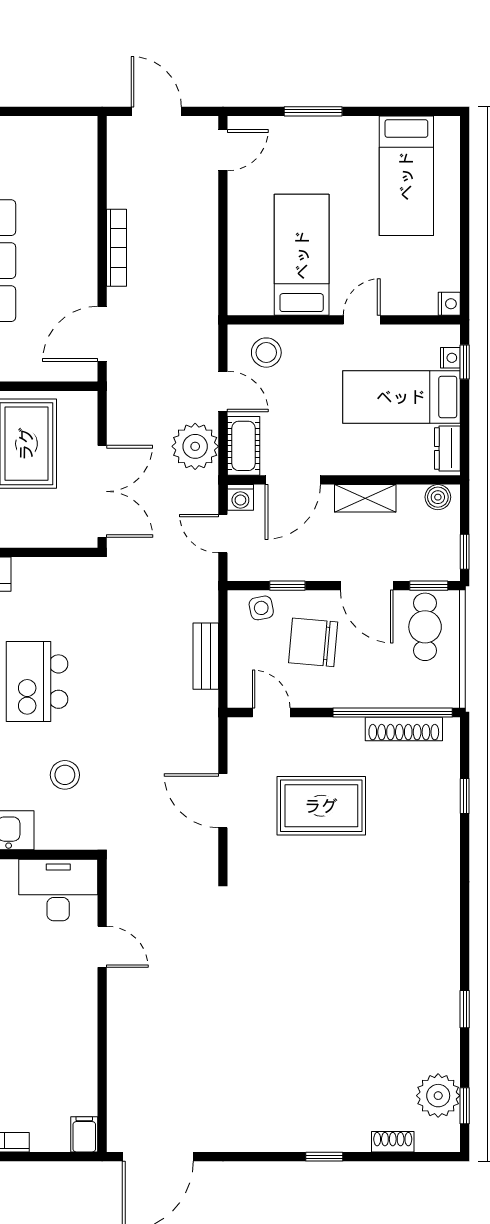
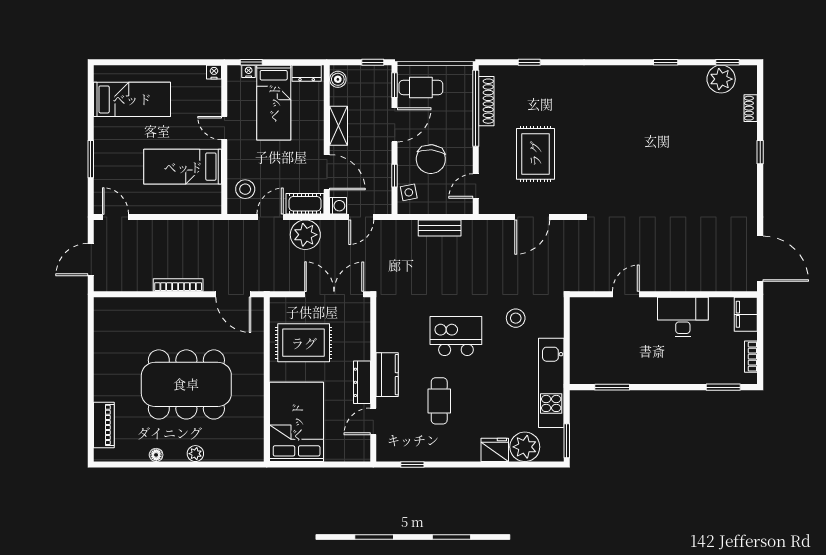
kitchen island: (37, 682) -> (456, 336), turned 180
desk: (58, 890) -> (683, 317), moved, turned 90
filing cabinet: (84, 1134) -> (746, 314), width x2.00

